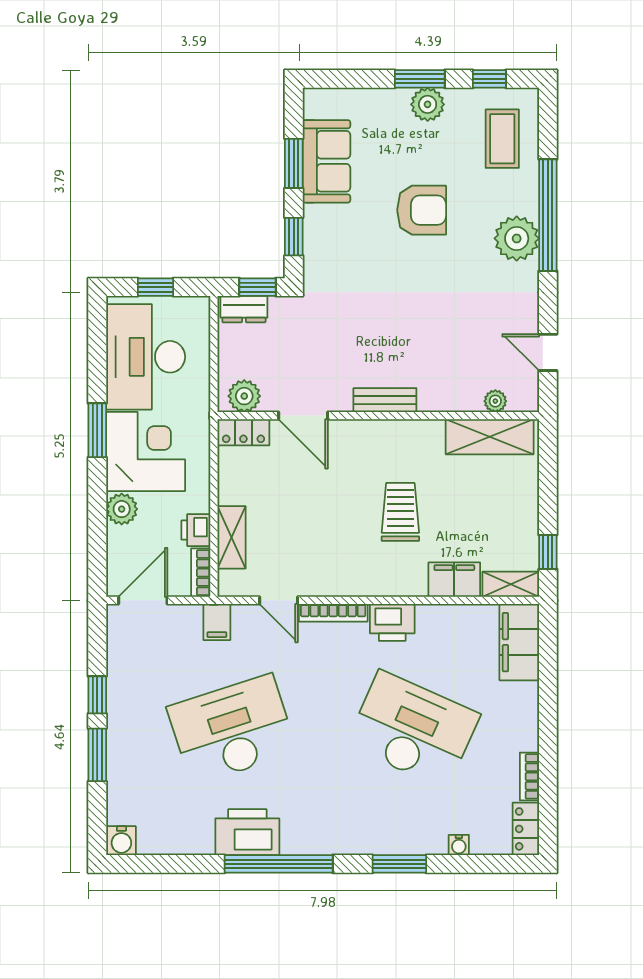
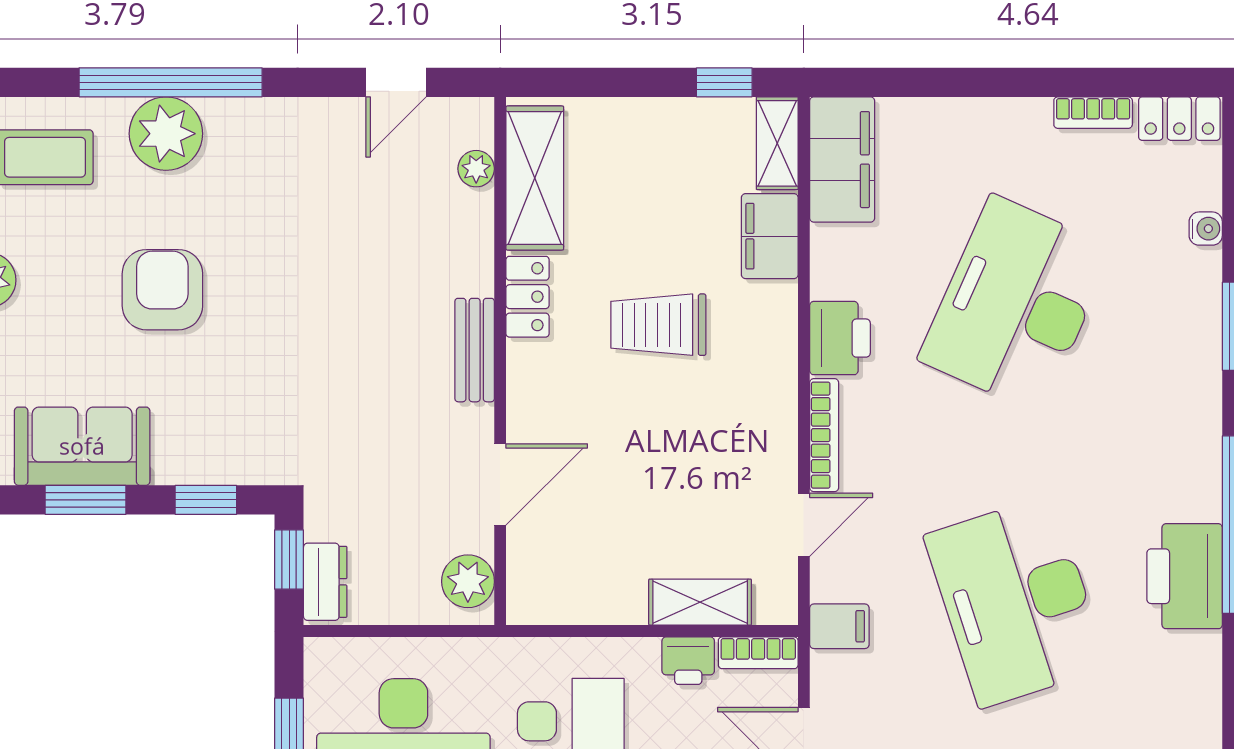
plant: (517, 238) -> (166, 134), moved
locker: (243, 432) -> (528, 297), moved
filing cabinet: (519, 642) -> (842, 160), moved, turned -90

